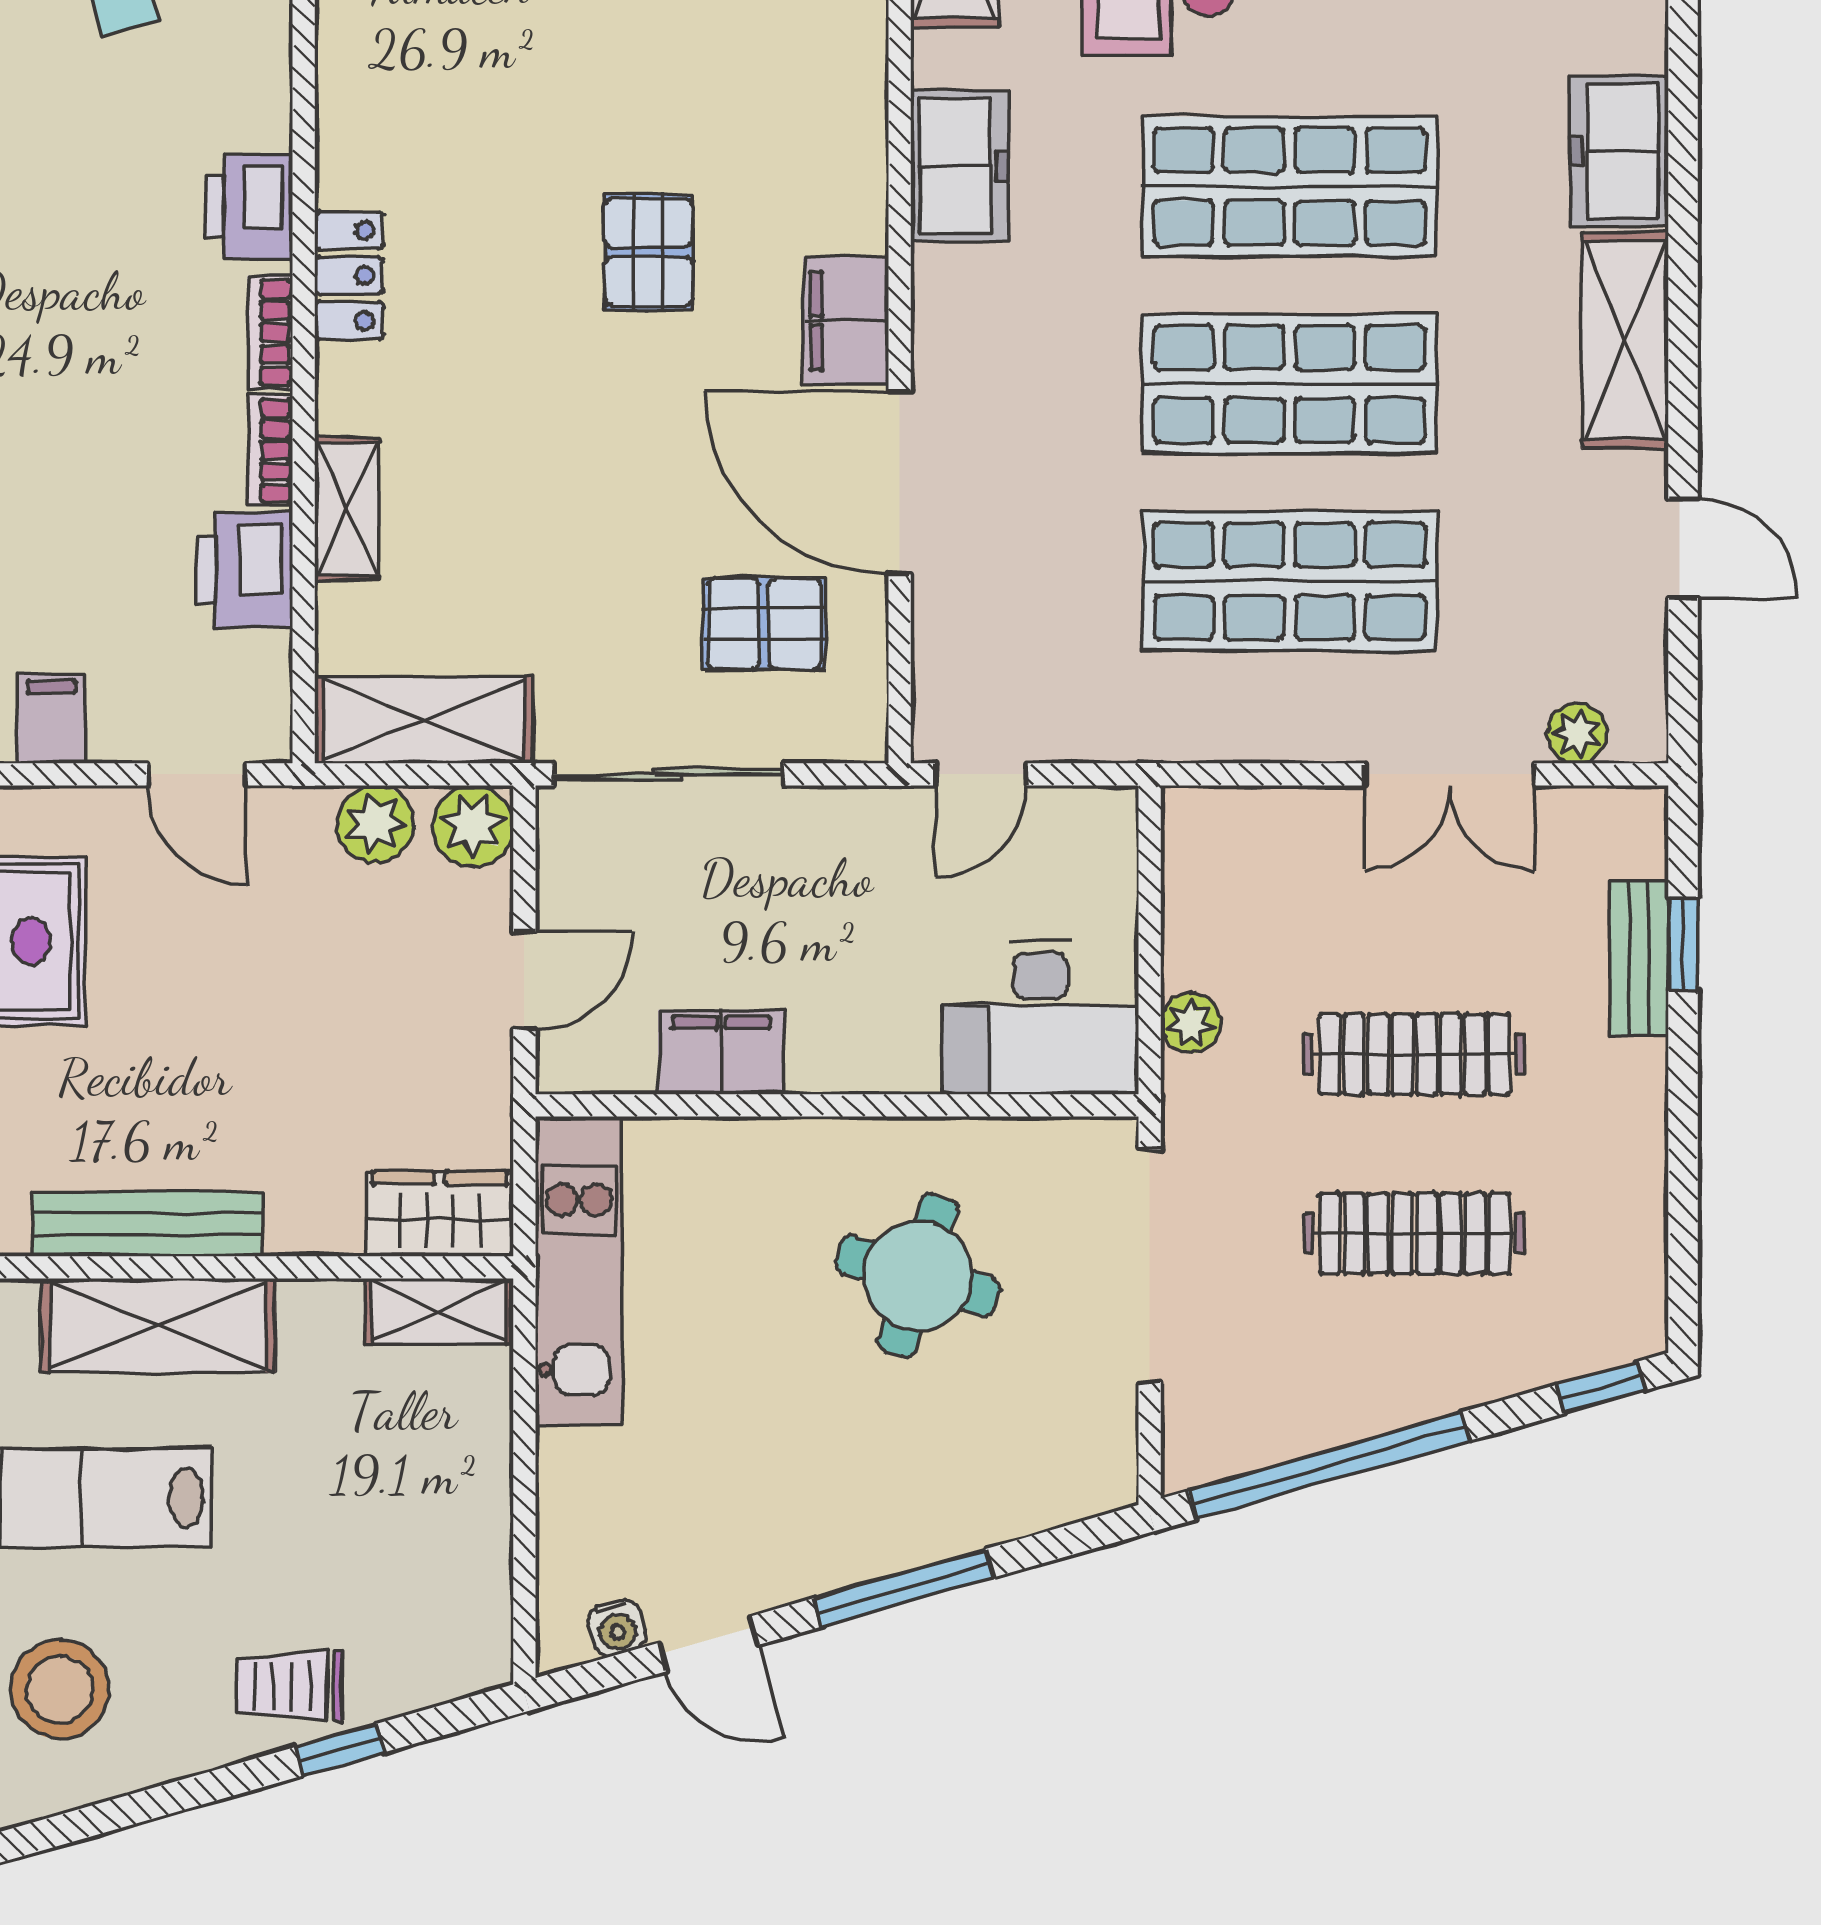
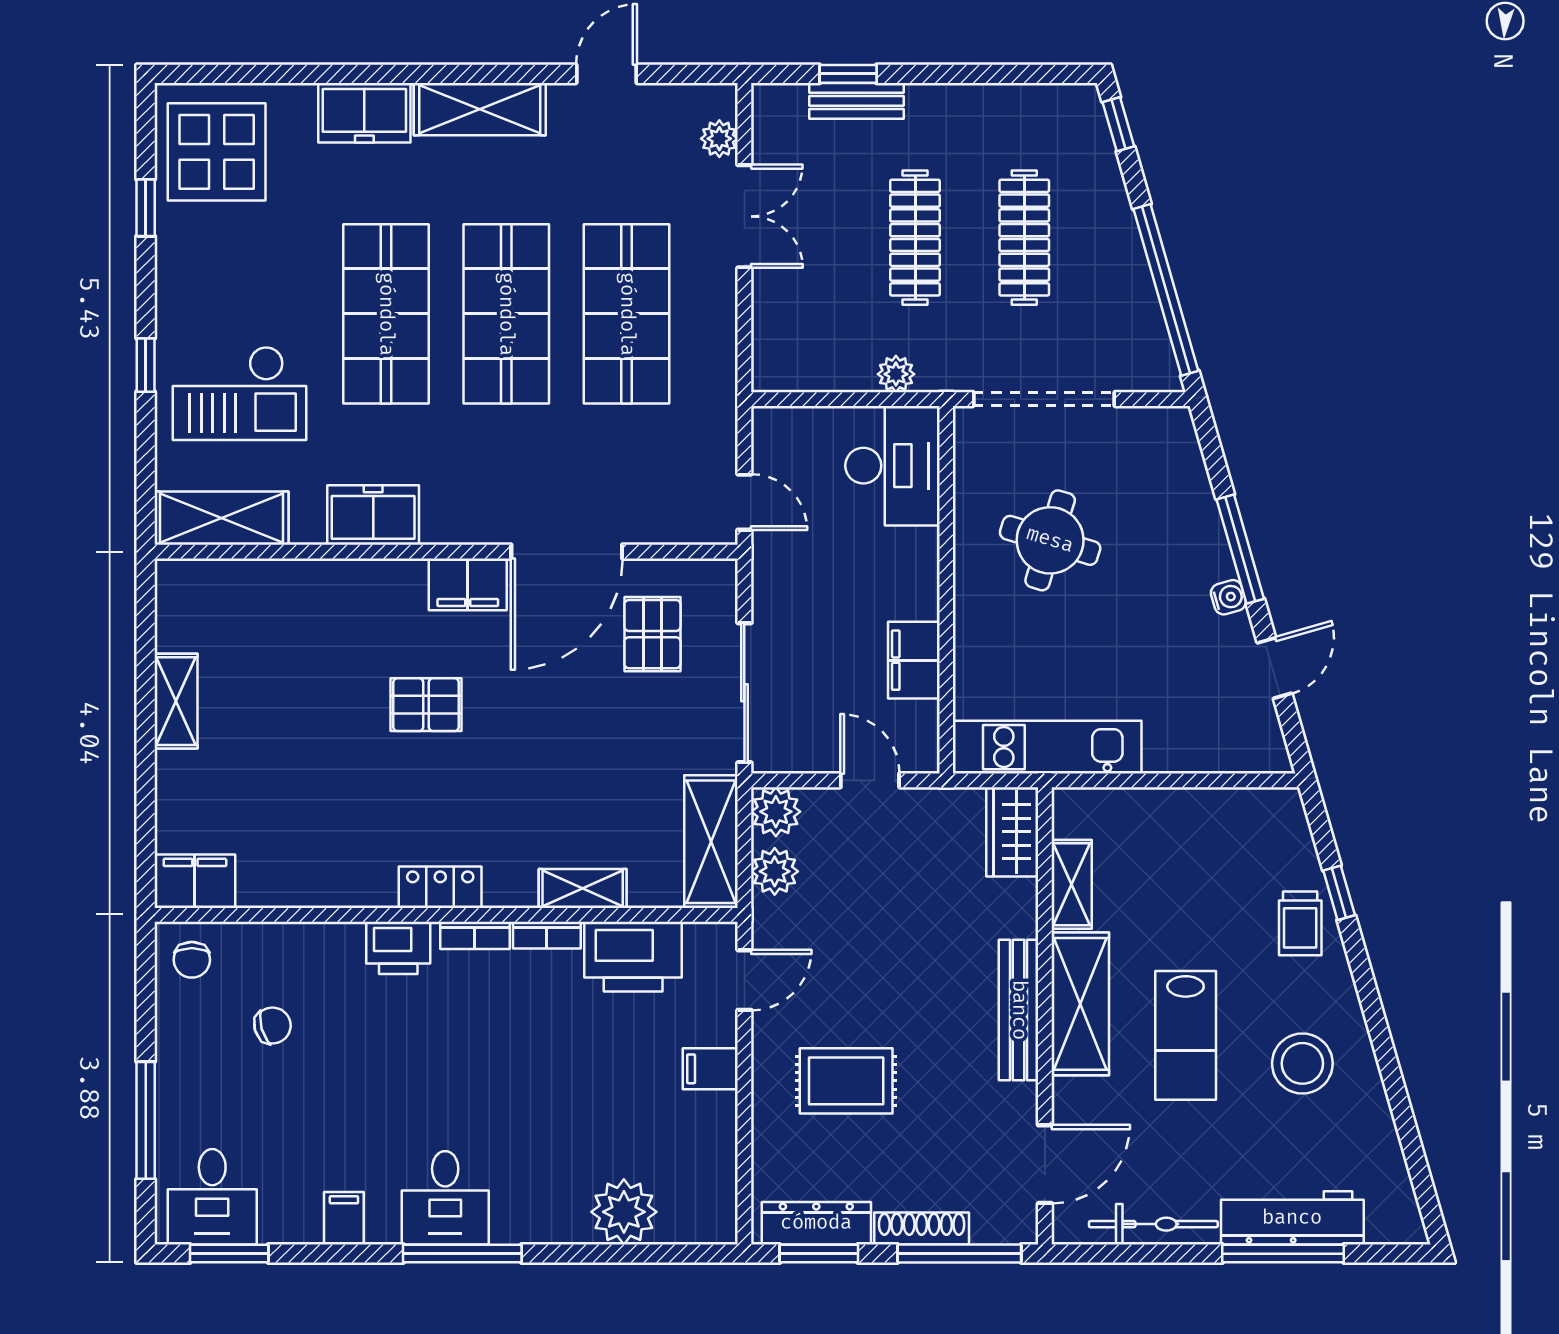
printer: (245, 570) -> (633, 957), width x1.37, depth x1.19
shelving: (438, 1311) -> (1072, 884), moved
water cooler: (617, 1628) -> (1228, 597), moved

